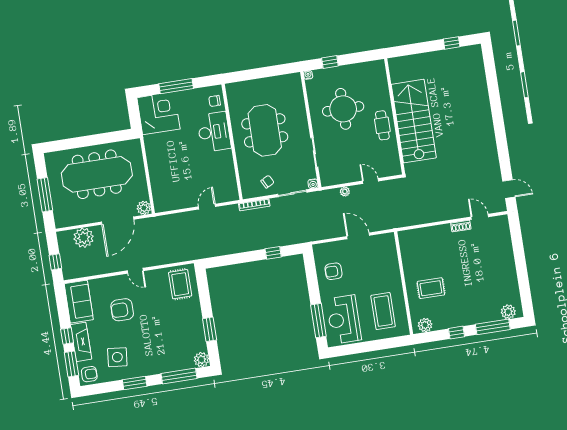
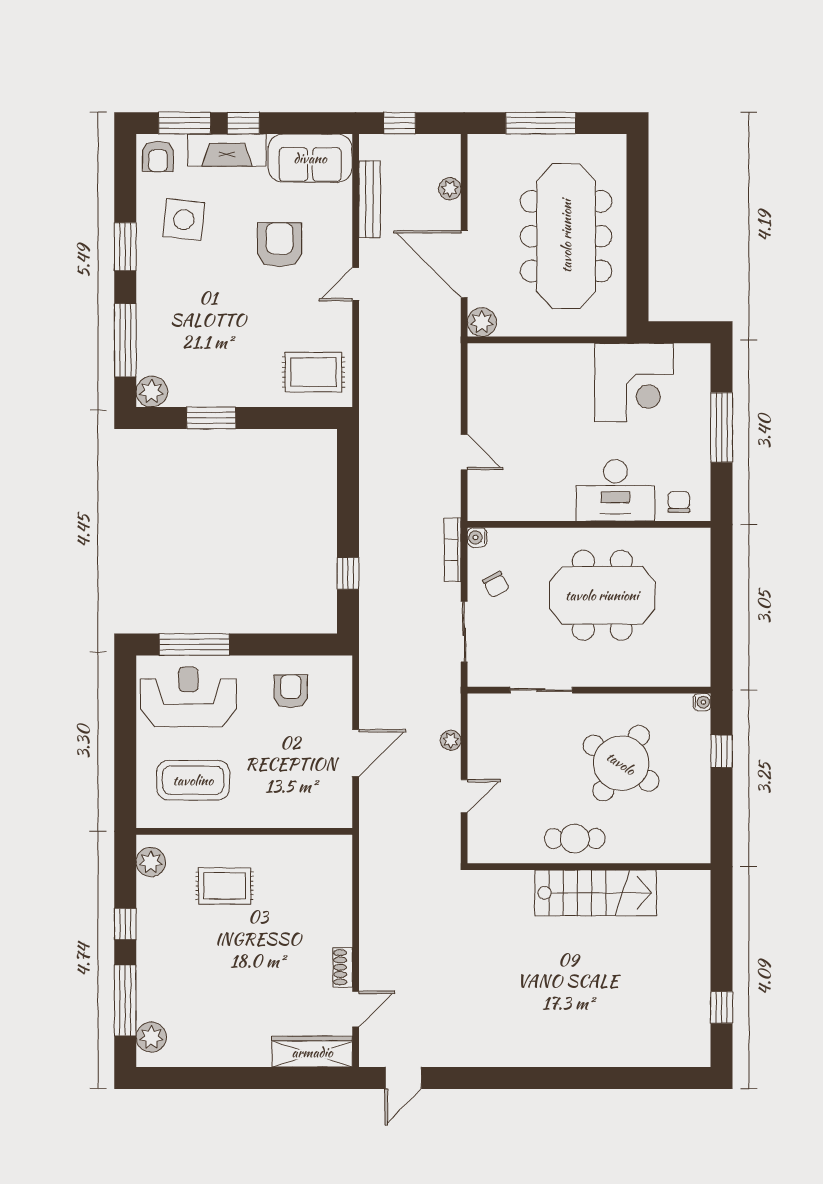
round table: (343, 109) -> (621, 763), turned 33
corner desk: (158, 113) -> (634, 382), moved
stairs: (414, 121) -> (596, 893), width x0.73, depth x0.66
water cooler: (313, 184) -> (477, 537), moved
wardrobe: (503, 234) -> (312, 1052), added
plant: (84, 238) -> (450, 189), width x0.53, depth x0.53
bench: (94, 270) -> (370, 199), added
rug: (431, 288) -> (225, 886), turned 90

